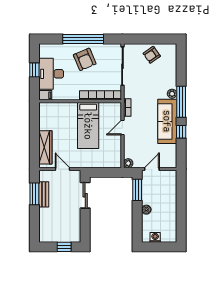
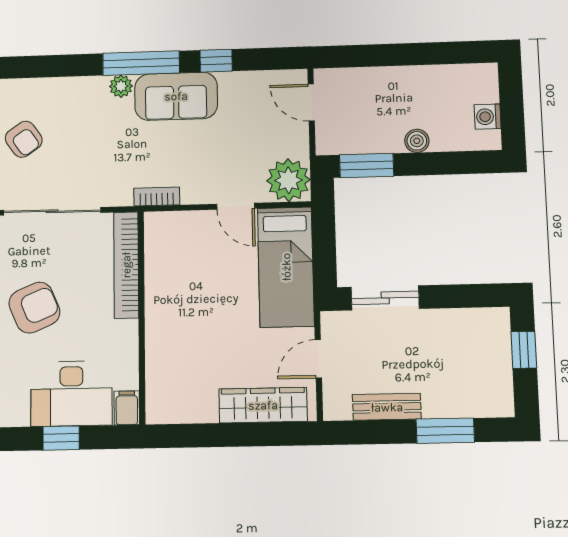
sofa: (167, 121) -> (176, 96), width x0.73
bed: (88, 126) -> (286, 267), moved, turned 90
door: (122, 127) -> (236, 206), moved
plant: (128, 163) -> (288, 180), width x1.87, depth x1.87
door: (152, 169) -> (311, 102), moved
window: (34, 194) -> (445, 431), moved

